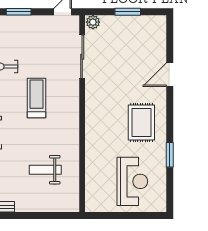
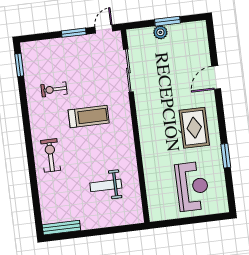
window: (19, 12) -> (74, 33), moved
plant: (93, 22) -> (160, 32), moved
treadmill: (36, 98) -> (89, 116), turned 90

